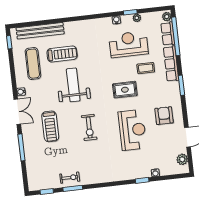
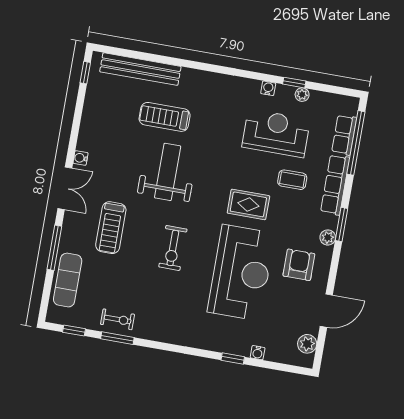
plant: (167, 17) -> (328, 237), moved
treadmill: (62, 54) -> (165, 117), turned 180
exercise mat: (33, 64) -> (68, 280), moved
reception desk: (132, 130) -> (241, 273), width x1.36, depth x1.30

